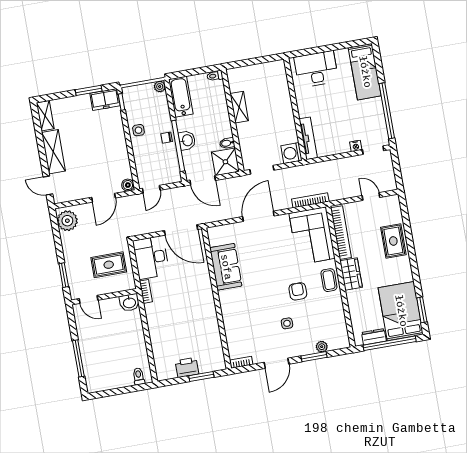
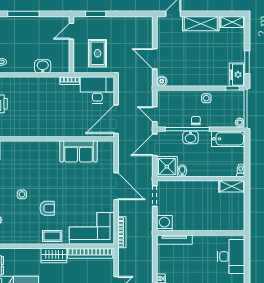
shelving: (239, 107) -> (232, 186), moved
door: (151, 189) -> (155, 114), moved
plant: (67, 221) -> (141, 25), removed
washbasin: (129, 302) -> (43, 66), moved, turned 90

